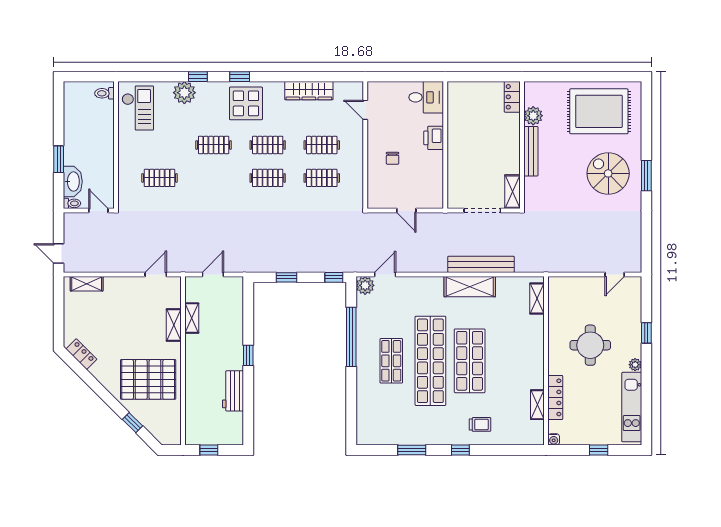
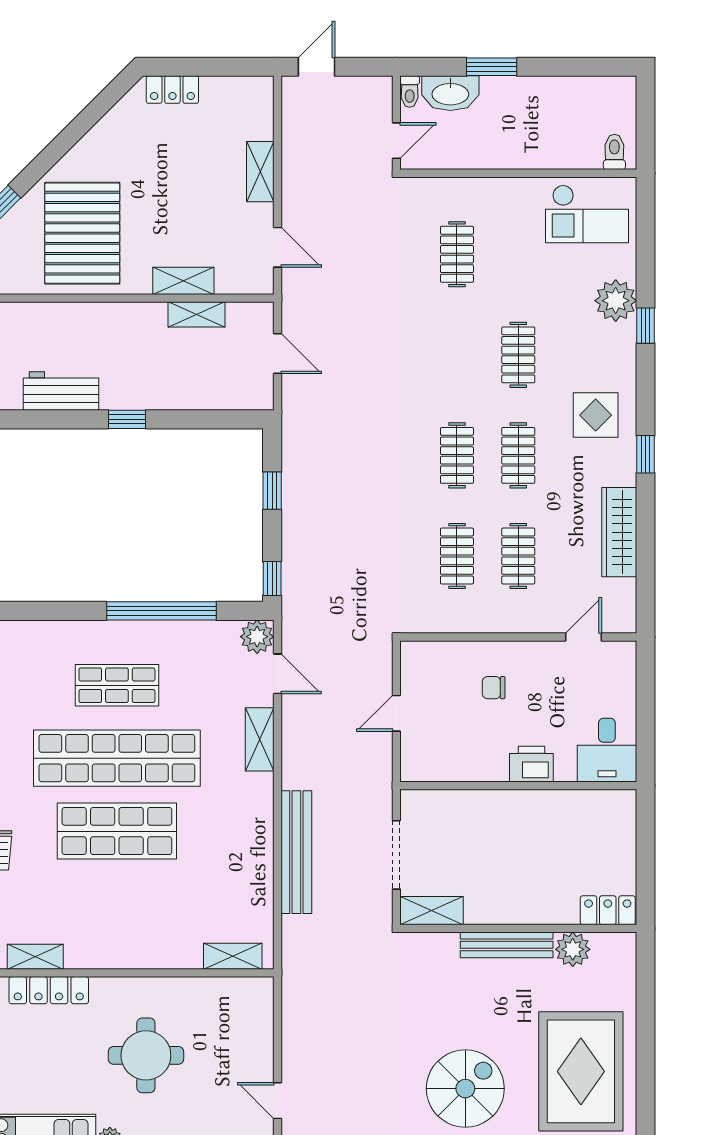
window: (240, 77) -> (645, 454), moved
display table: (246, 103) -> (596, 415), width x0.73, depth x0.73
shelving: (87, 284) -> (260, 172), moved
shelving: (470, 287) -> (260, 739), moved, width x0.67, depth x0.75
locker: (81, 354) -> (172, 90), moved, turned 45

